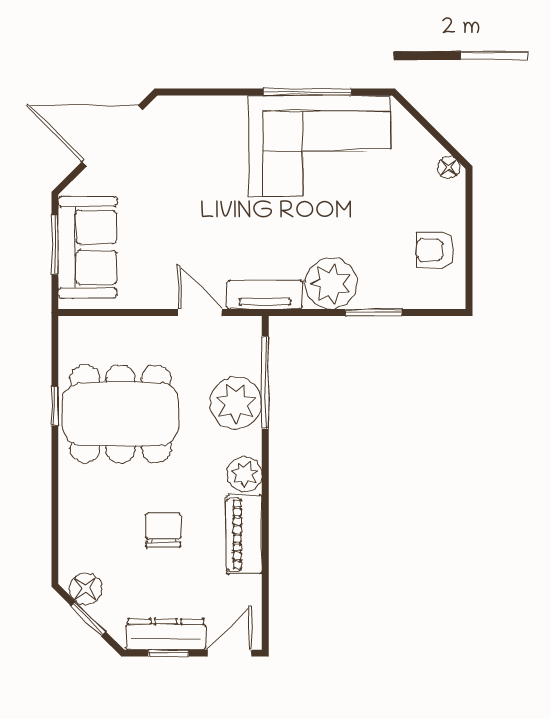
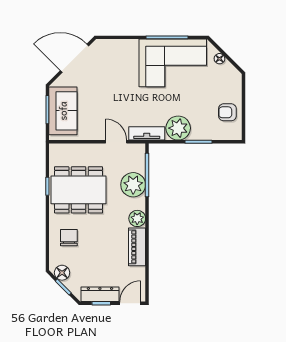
floor lamp: (449, 167) -> (219, 59), moved
chair: (163, 530) -> (69, 238), moved

